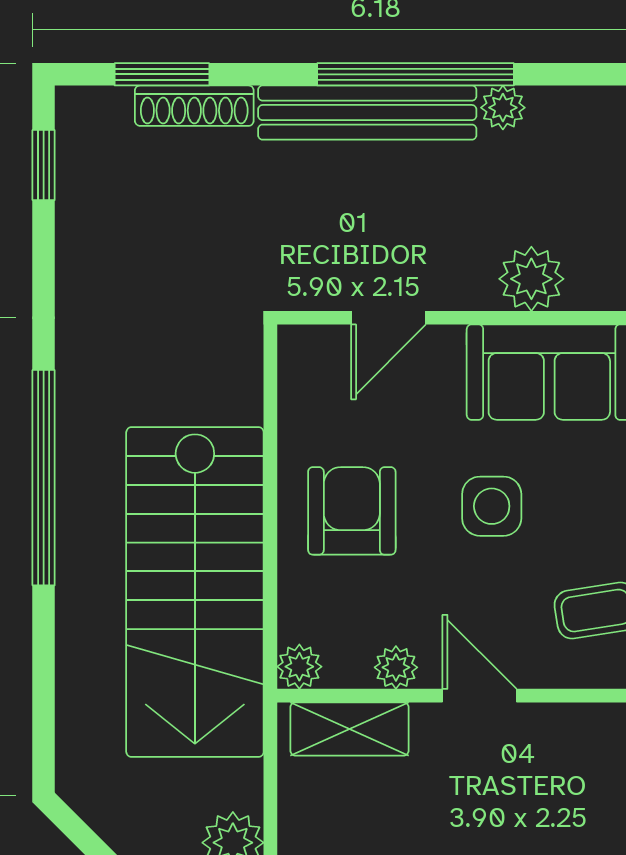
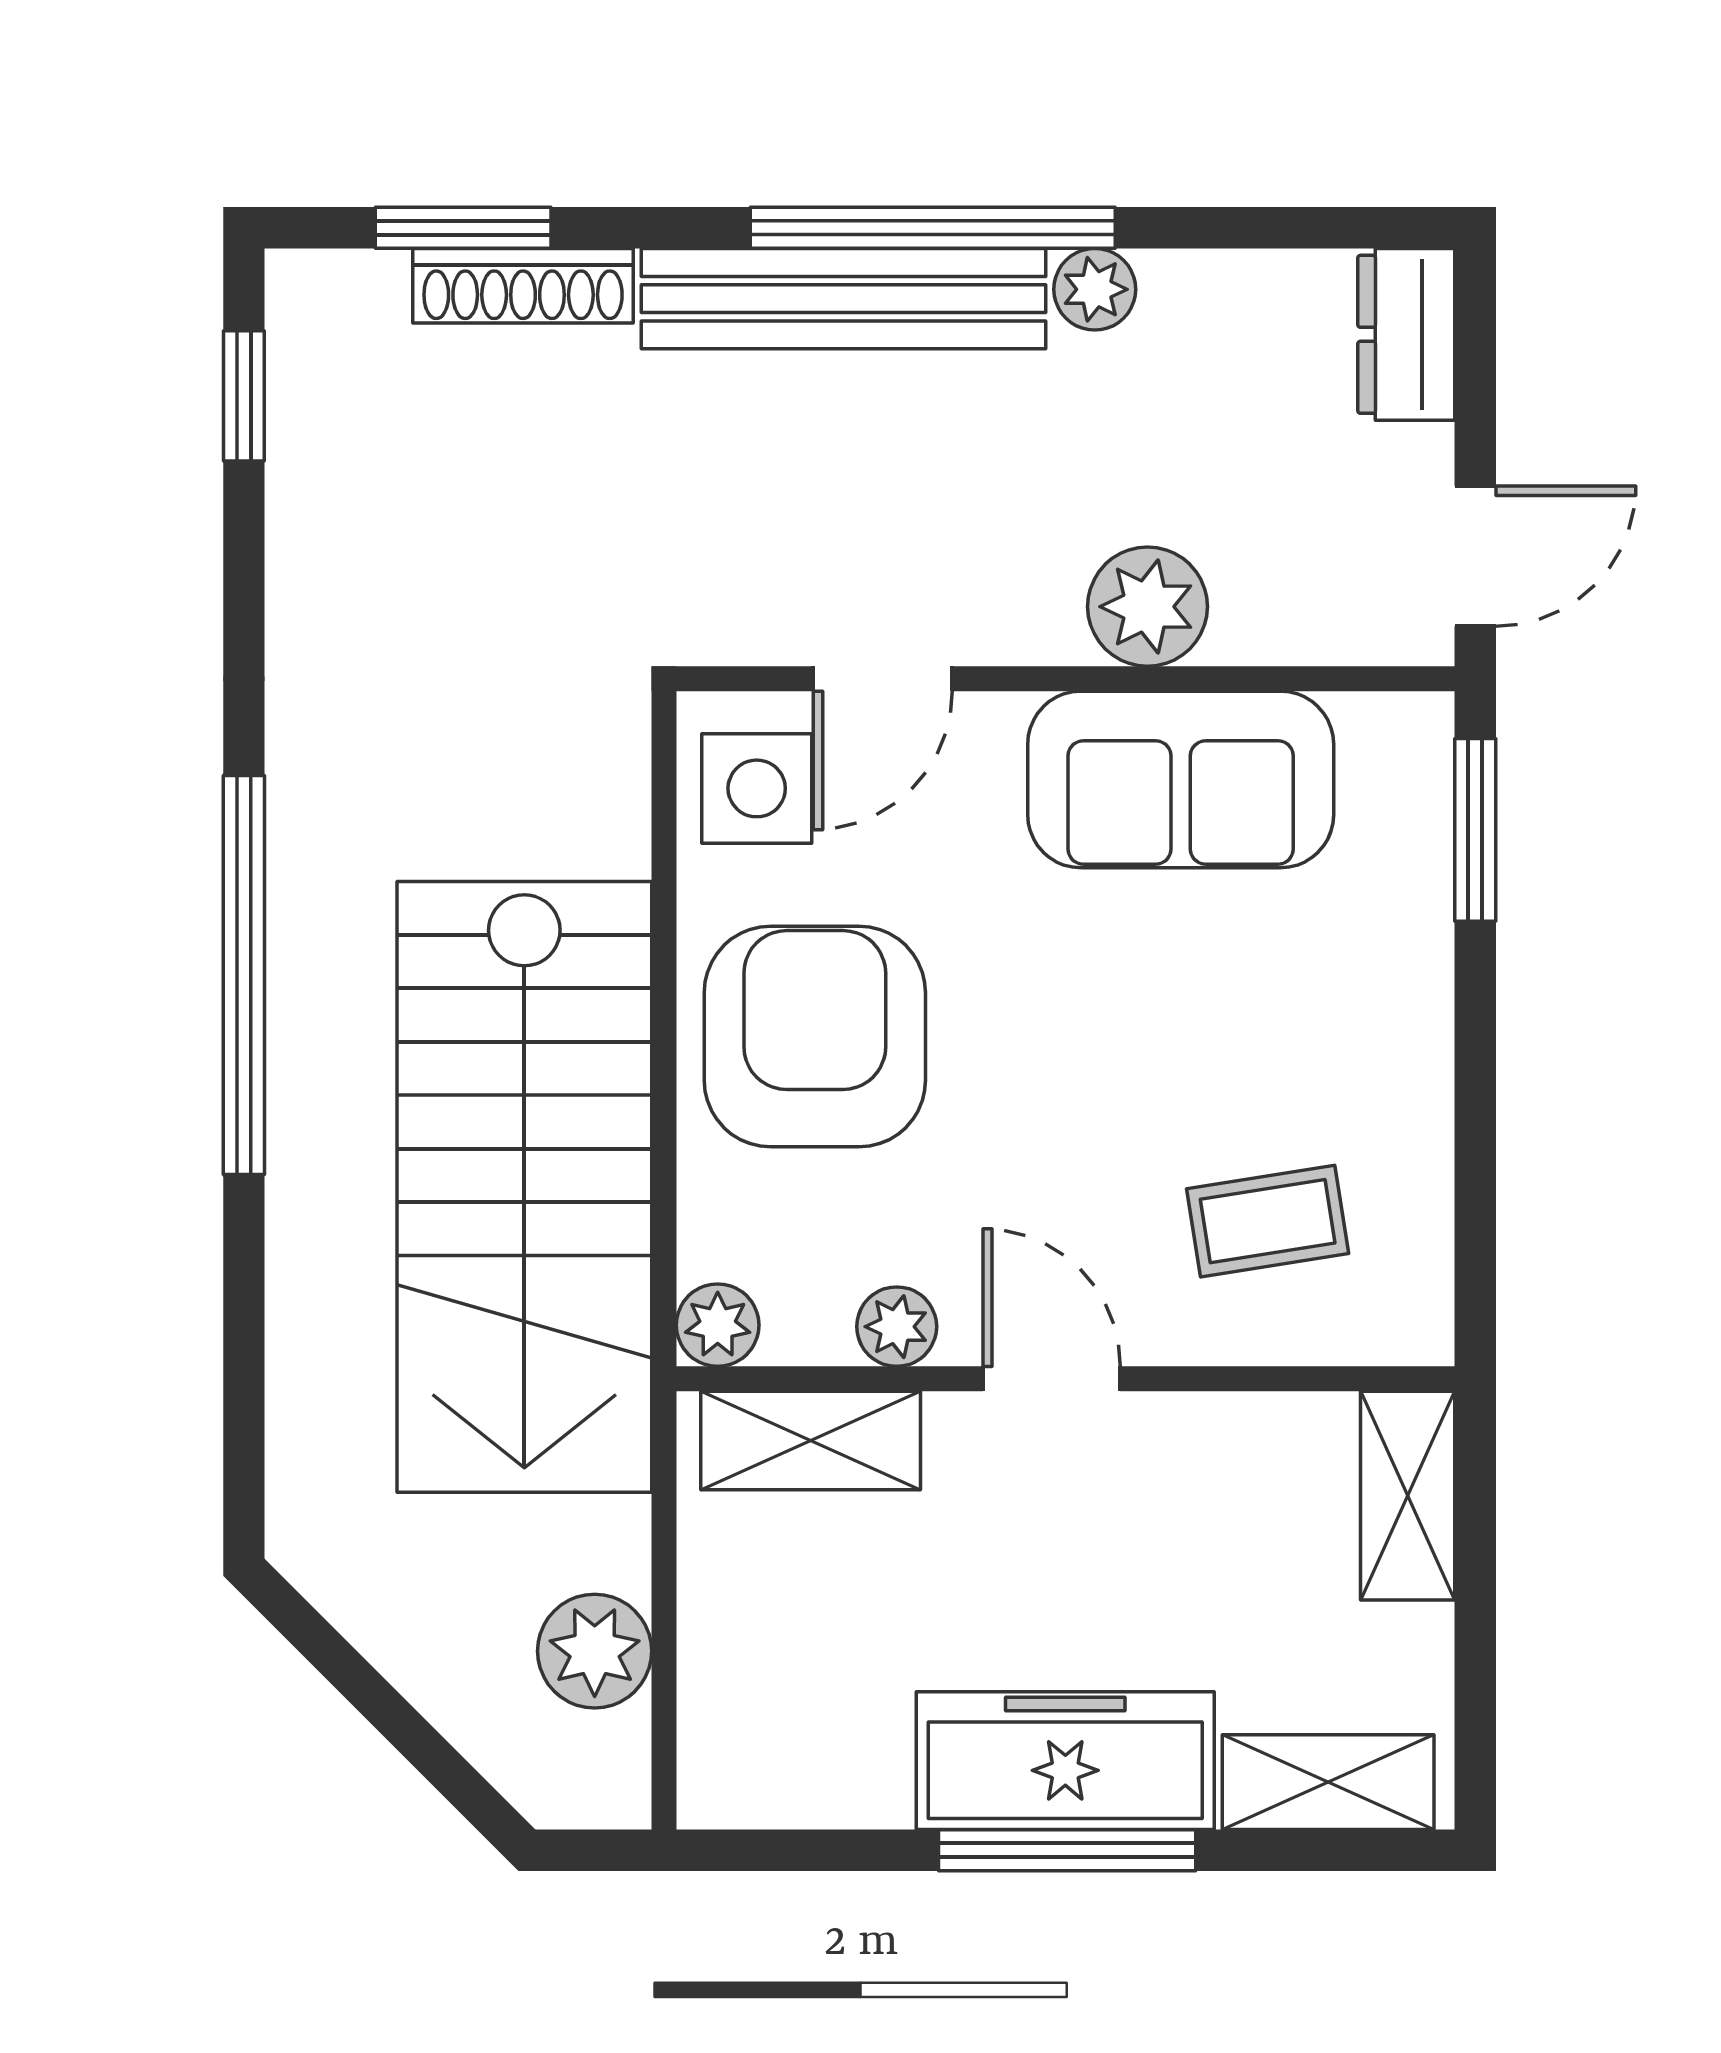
side table: (492, 506) -> (757, 788), moved
armchair: (352, 511) -> (815, 1037), width x1.36, depth x1.36

